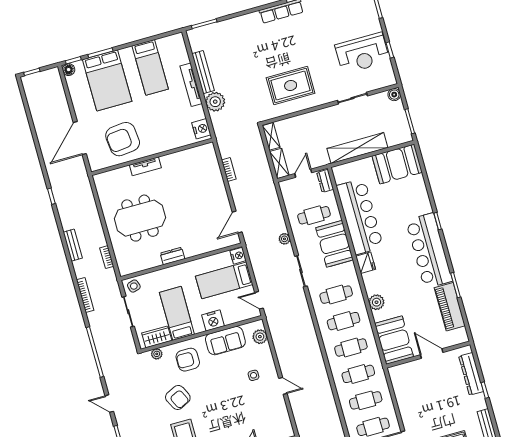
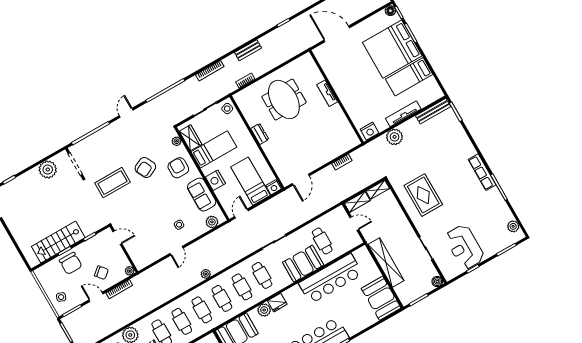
bench: (203, 72) -> (433, 111), moved
bed: (107, 80) -> (392, 49), width x1.36
armchair: (123, 139) -> (345, 69), removed
dresser: (325, 181) -> (353, 243), removed
door: (237, 222) -> (301, 180), swing flipped
plant: (284, 239) -> (206, 274), moved
fridge: (366, 263) -> (277, 303), moved

